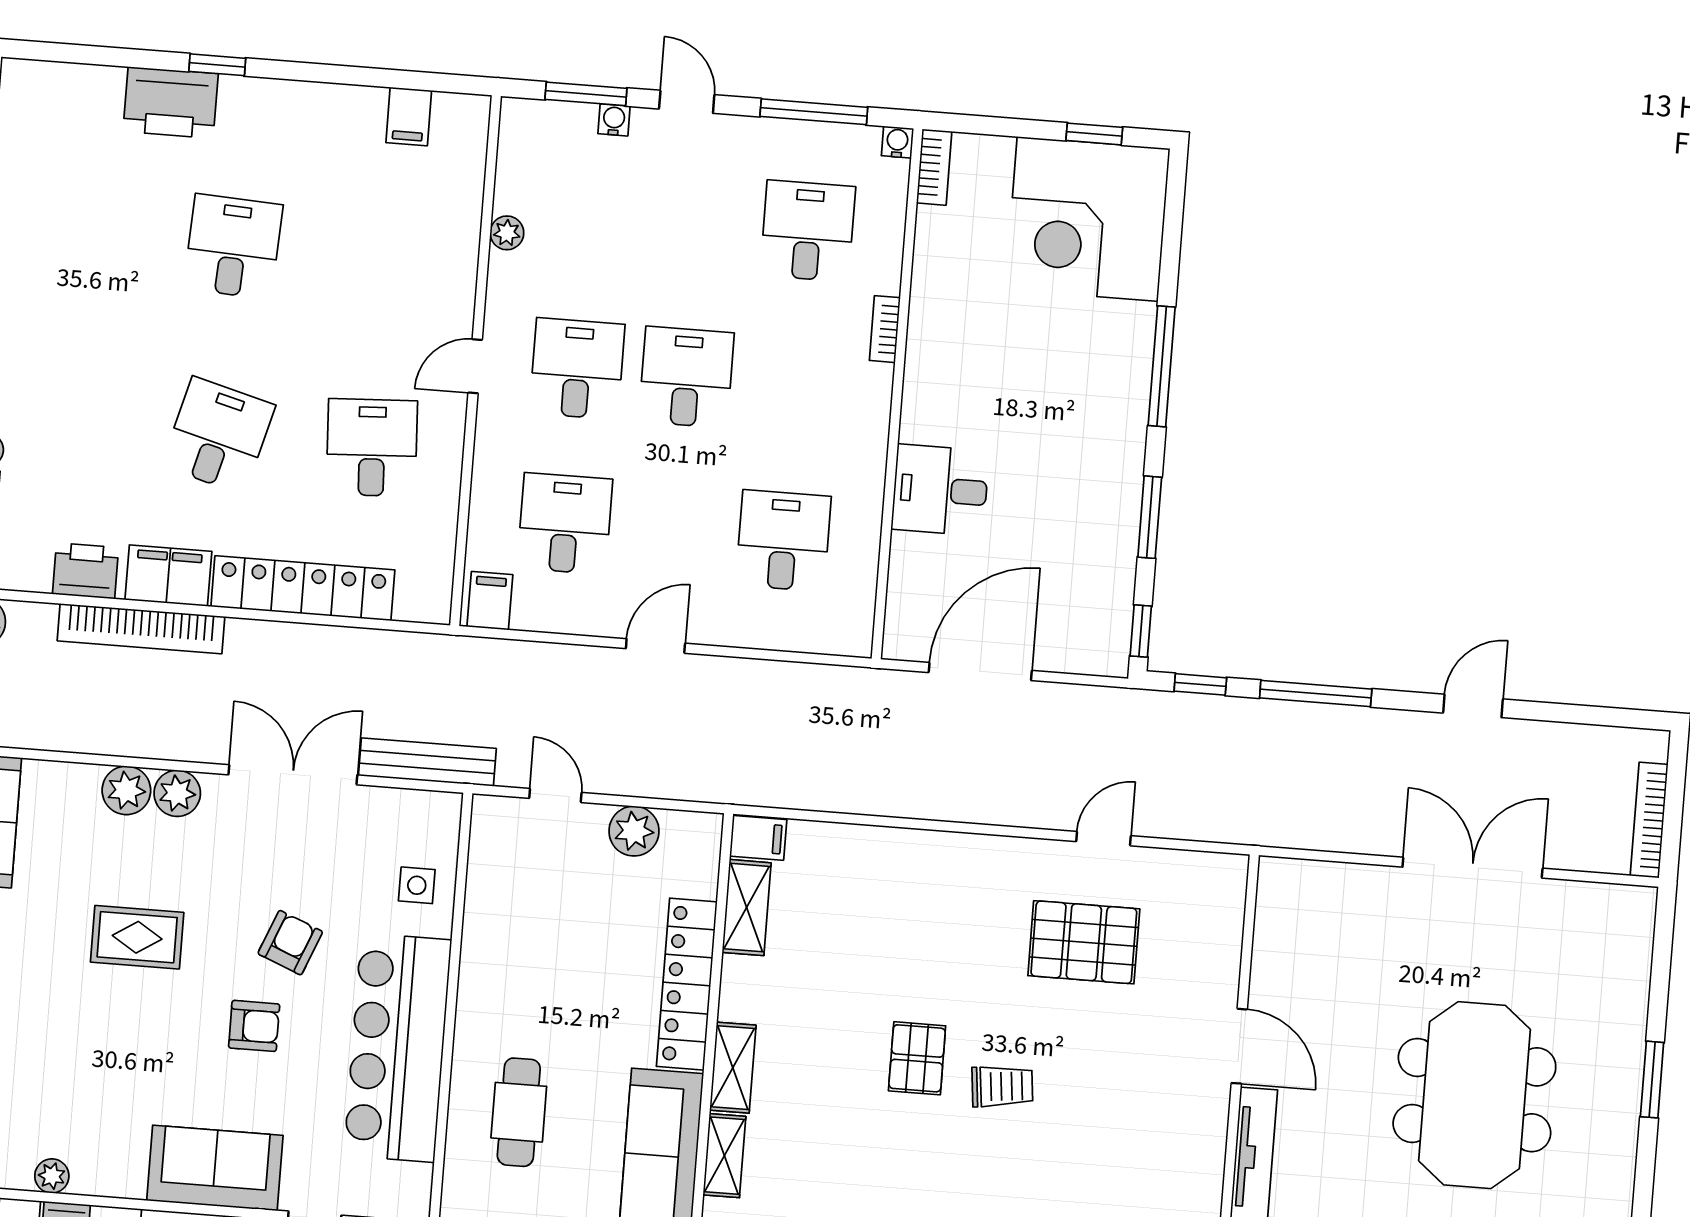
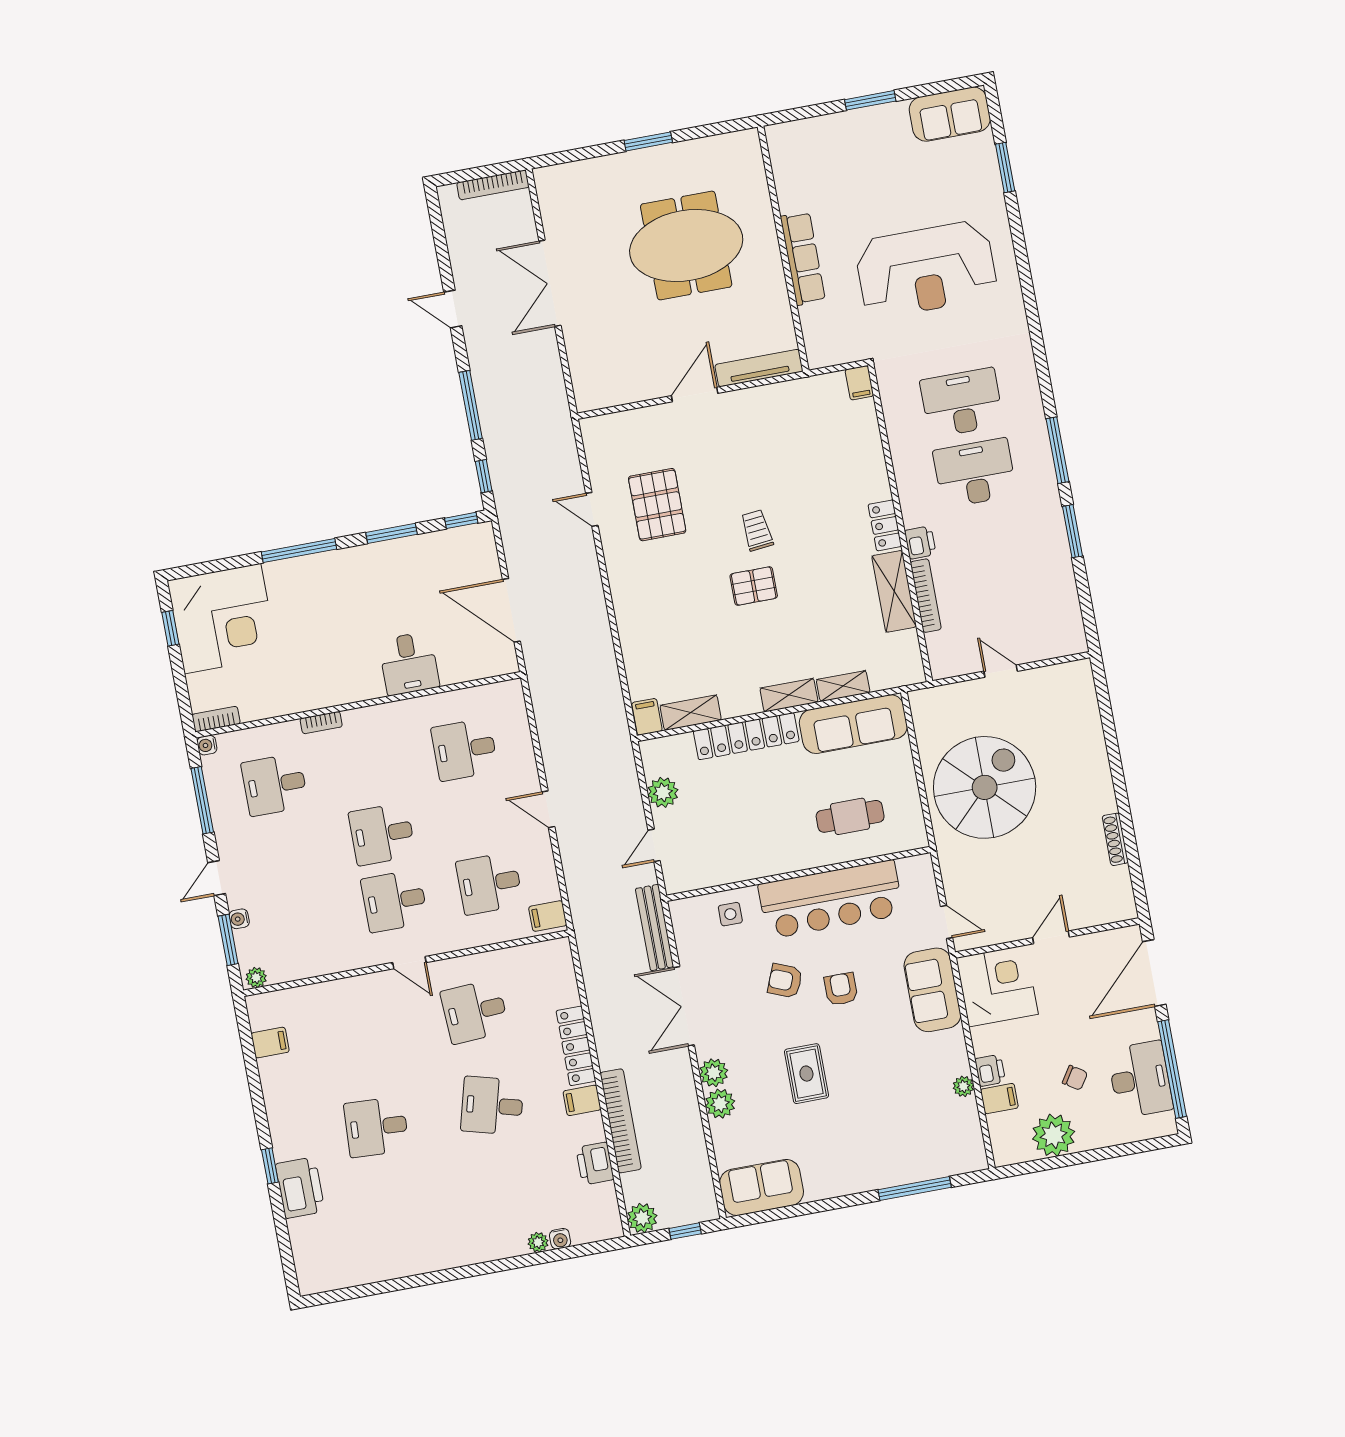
plant: (507, 233) -> (256, 978), moved
filing cabinet: (168, 576) -> (582, 1100), width x0.50
locker: (303, 588) -> (576, 1046), width x0.71, depth x0.83

